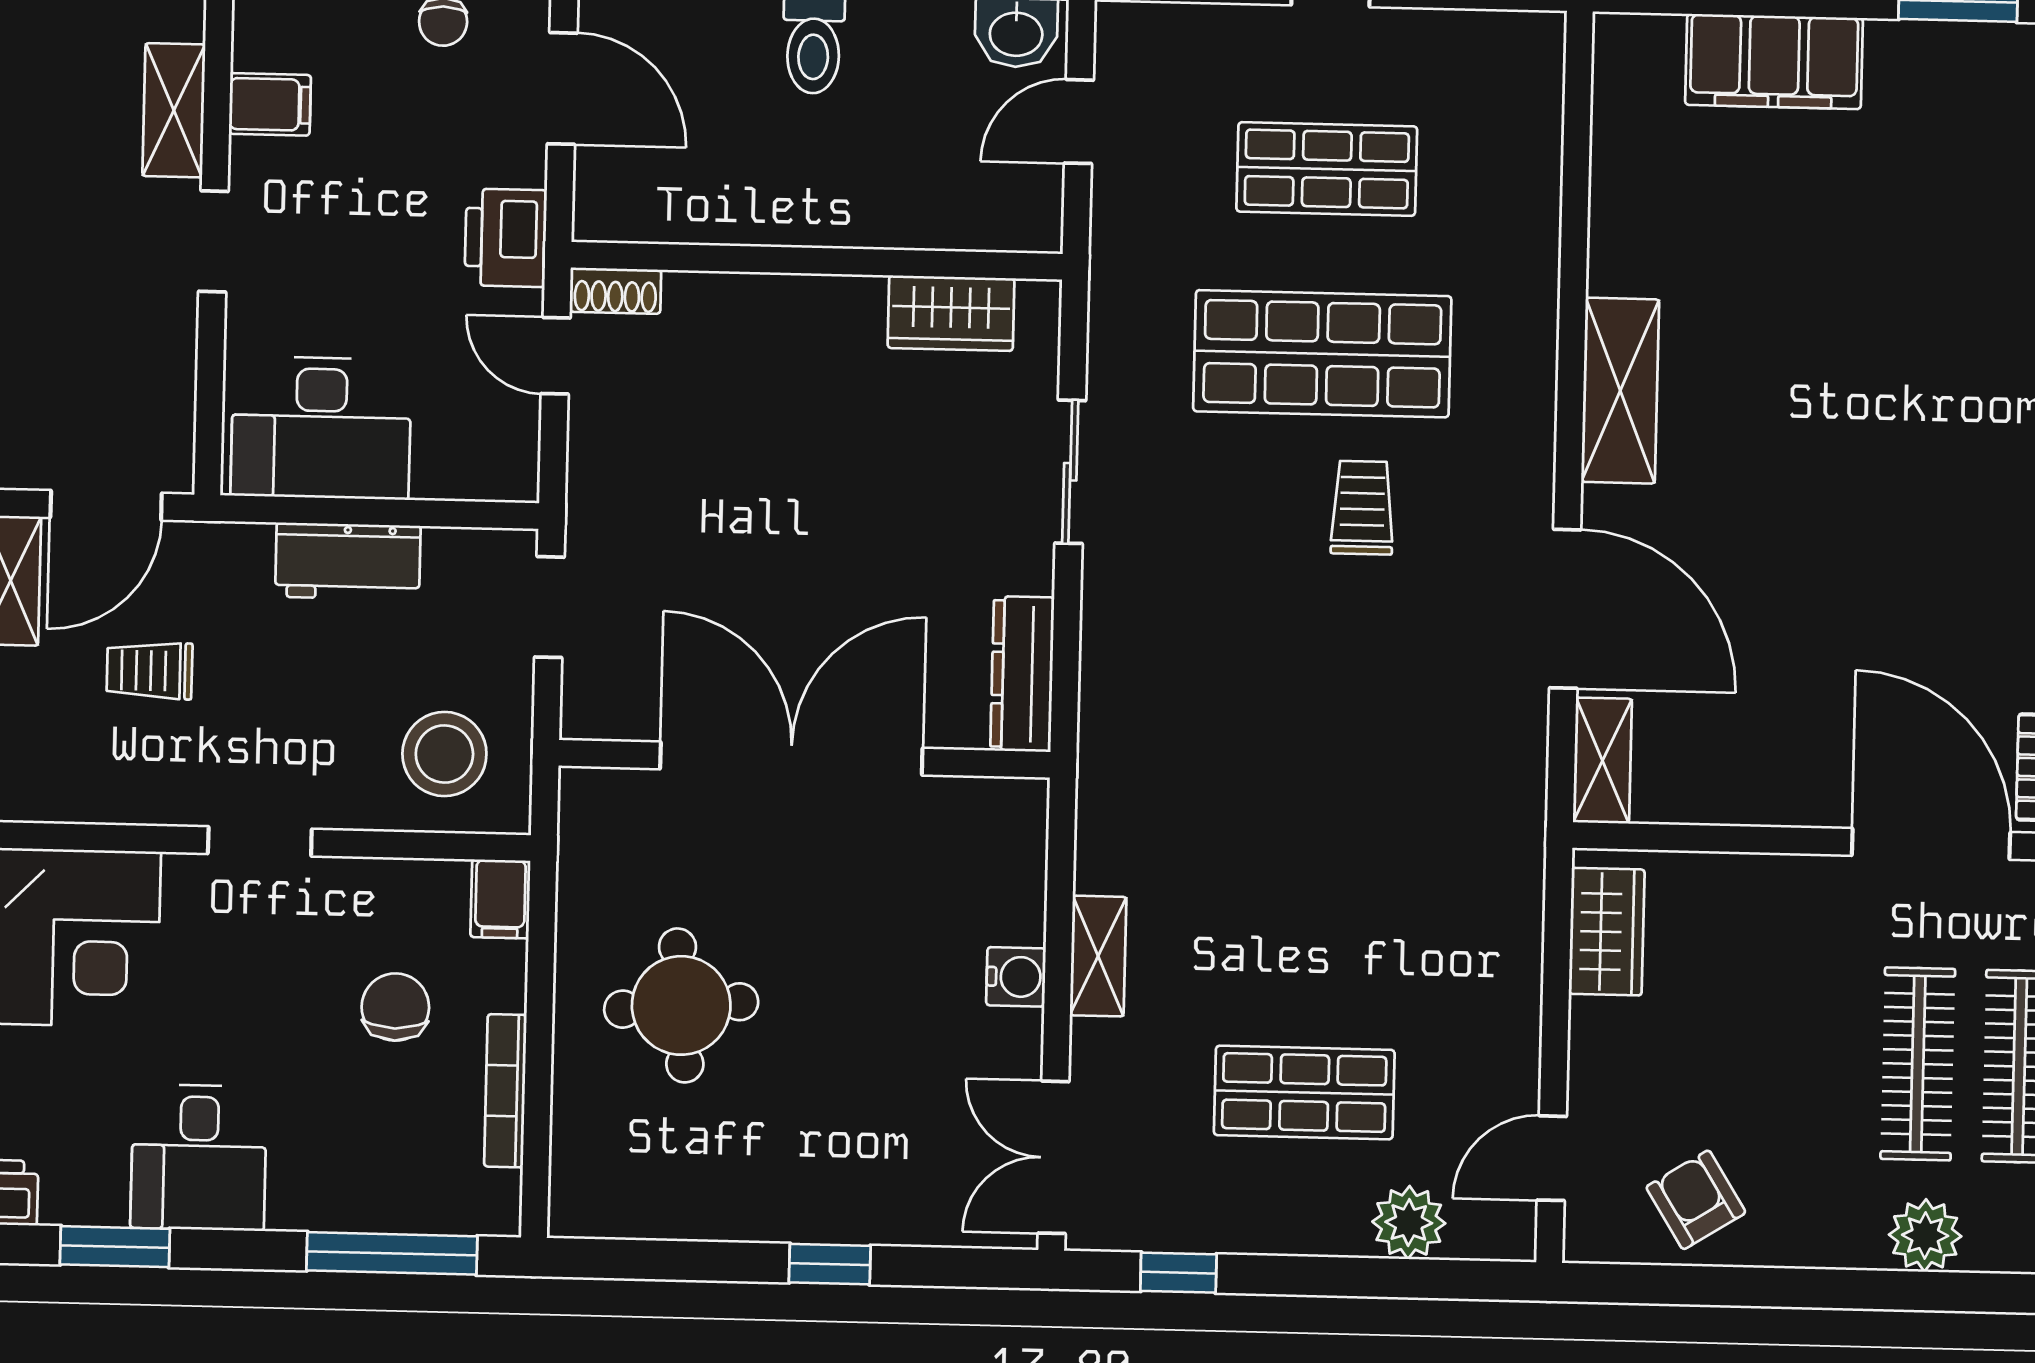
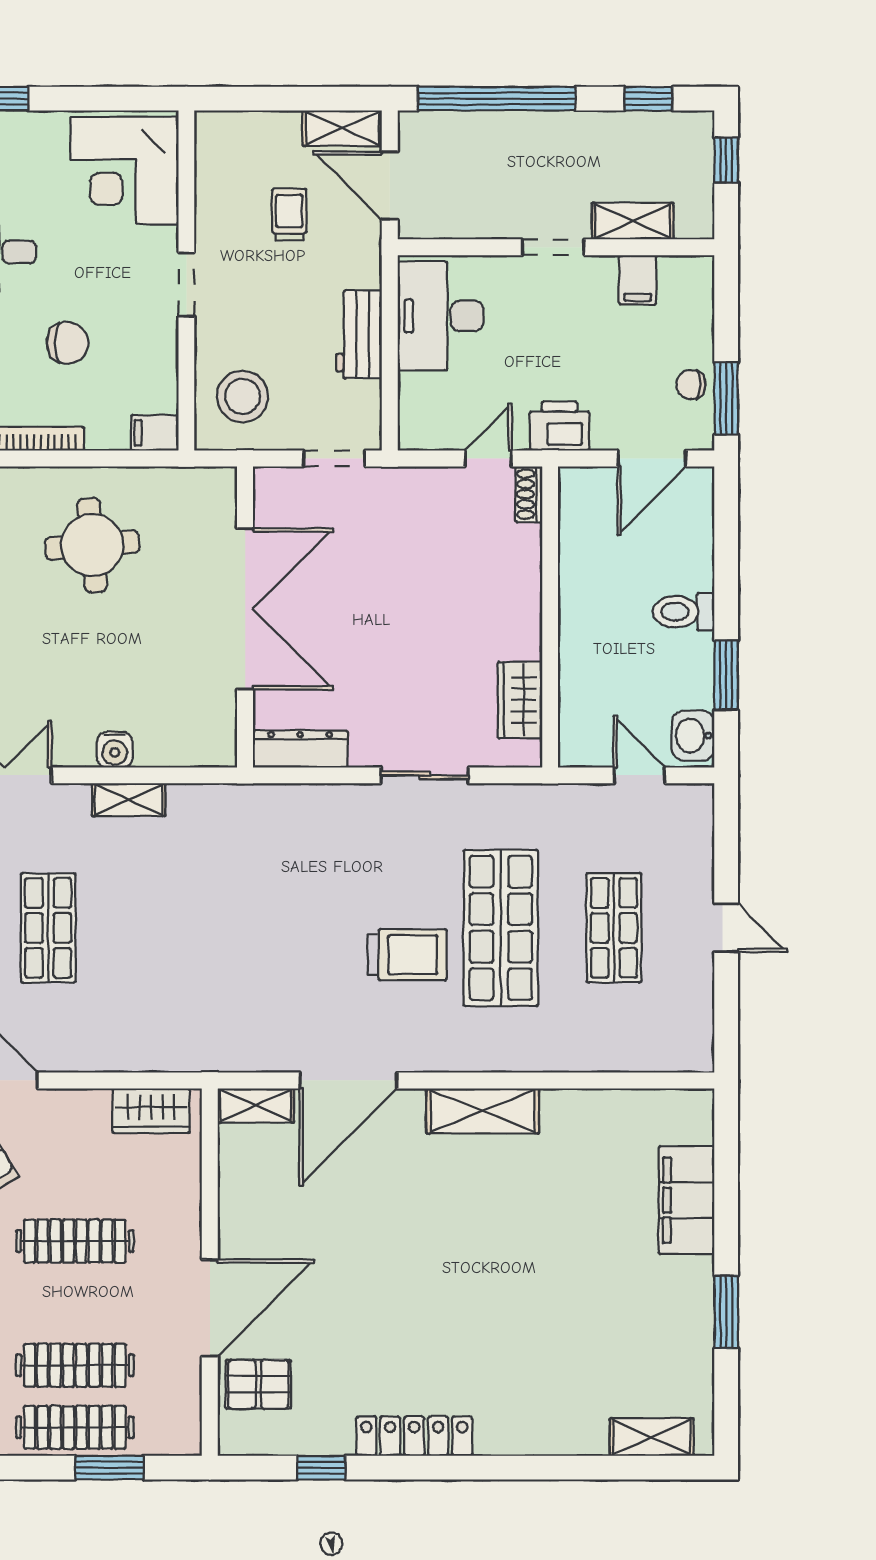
trolley: (1362, 508) -> (407, 955), width x1.36, depth x1.39
chair: (395, 1007) -> (68, 343), moved
clothes rail: (1918, 1064) -> (75, 1241), moved

